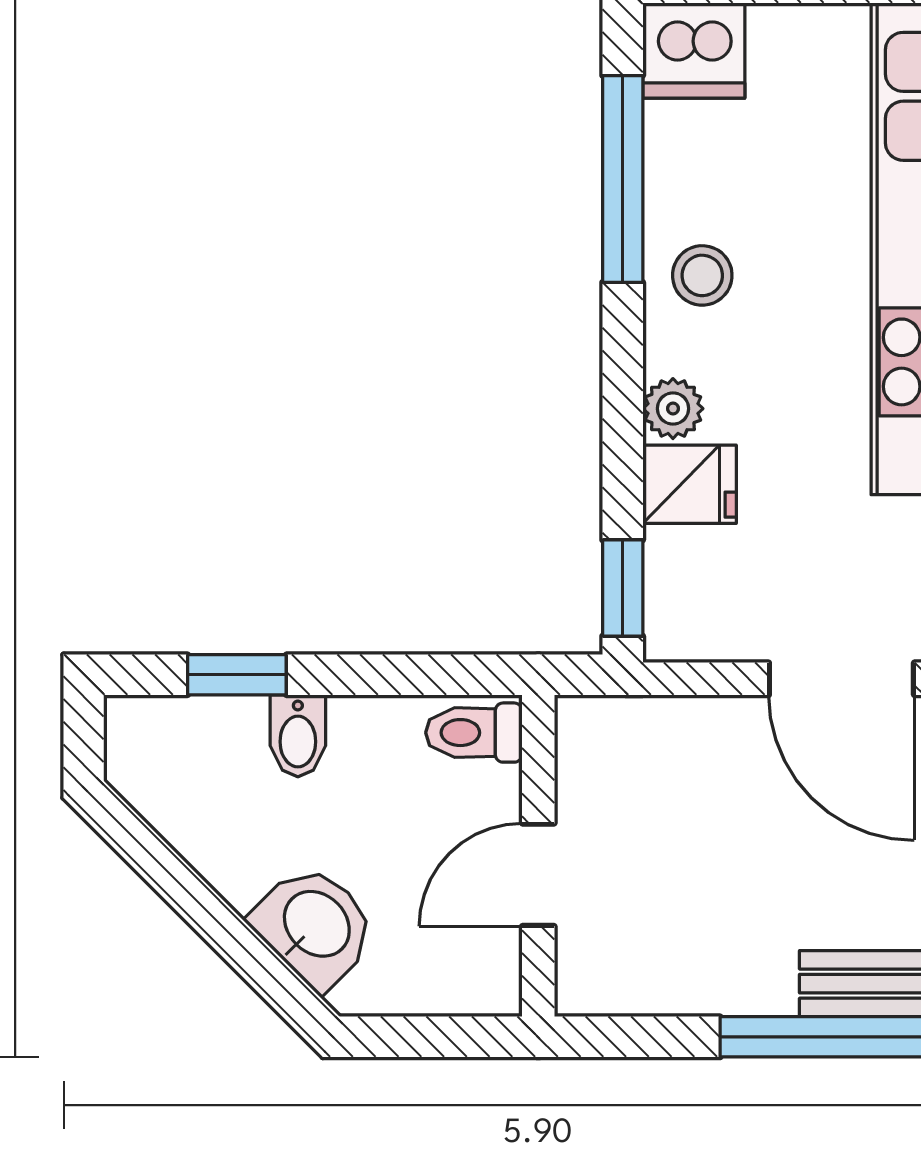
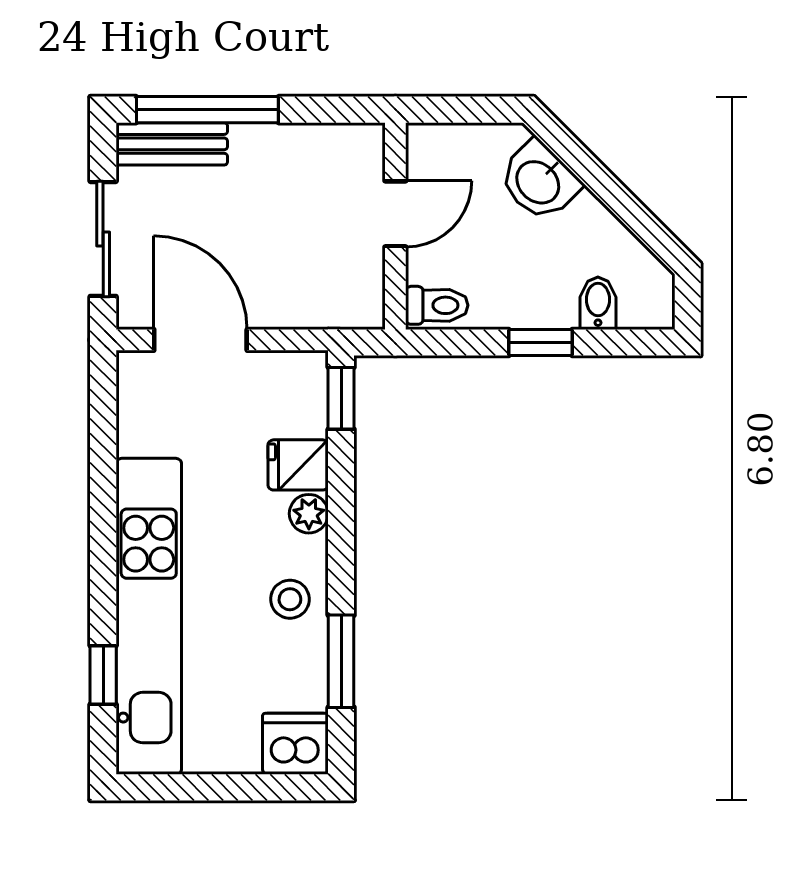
window: (623, 179) -> (341, 661), width x0.69
window: (237, 675) -> (541, 342), moved
bidet: (298, 736) -> (598, 303), moved

